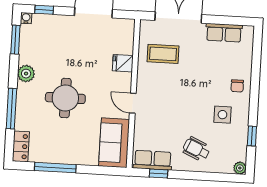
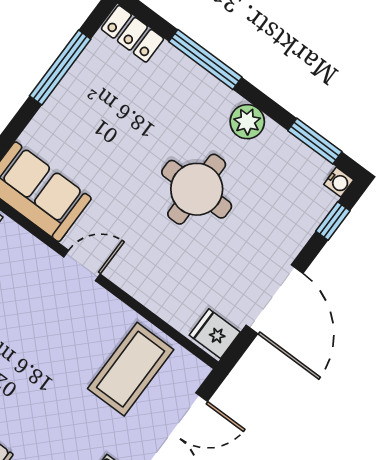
coffee table: (163, 54) -> (131, 369), width x1.36, depth x1.32
fridge: (123, 63) -> (215, 334), moved, turned -90
round table: (65, 98) -> (197, 189), moved

